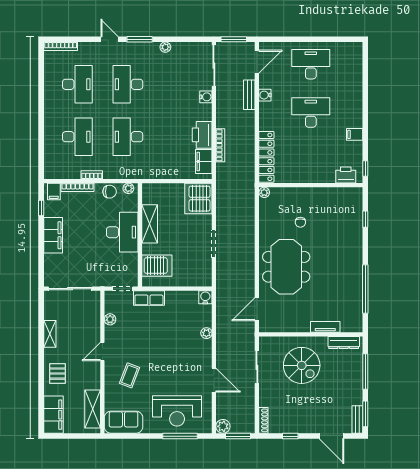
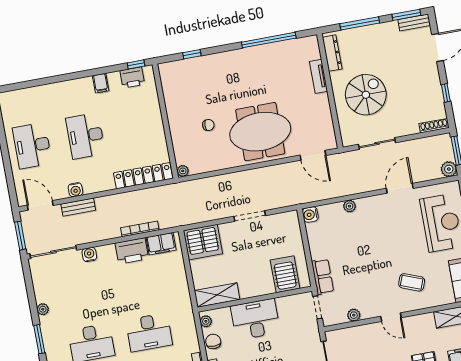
printer: (346, 175) -> (132, 77), moved, turned -90
shelving: (150, 224) -> (217, 295), moved

